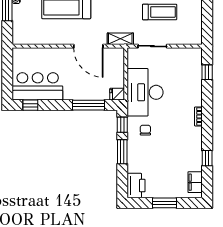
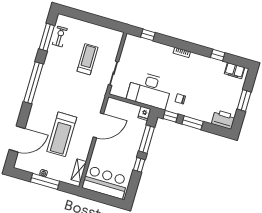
shelving: (120, 39) -> (79, 171), moved
bar counter: (38, 86) -> (105, 182), moved, turned 90
window: (30, 105) -> (139, 165), moved

